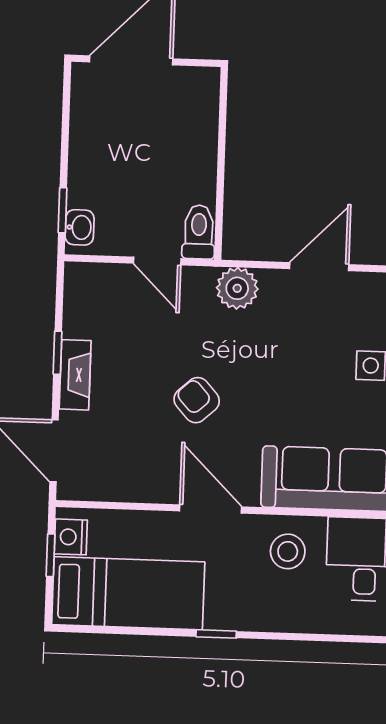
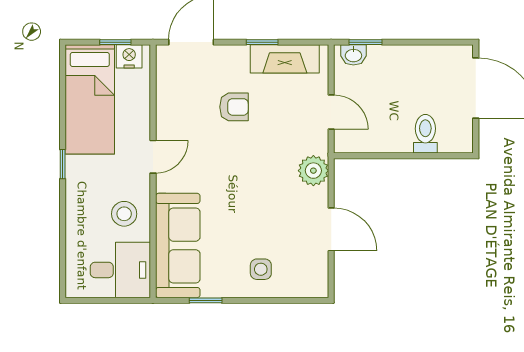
toilet: (199, 232) -> (425, 134), moved, turned -90
door: (157, 261) -> (331, 112), swing flipped
fireplace: (75, 375) -> (285, 59), moved, width x1.37, depth x1.32
armchair: (197, 400) -> (234, 107), moved, turned 42
door: (210, 509) -> (153, 157), width x0.73

